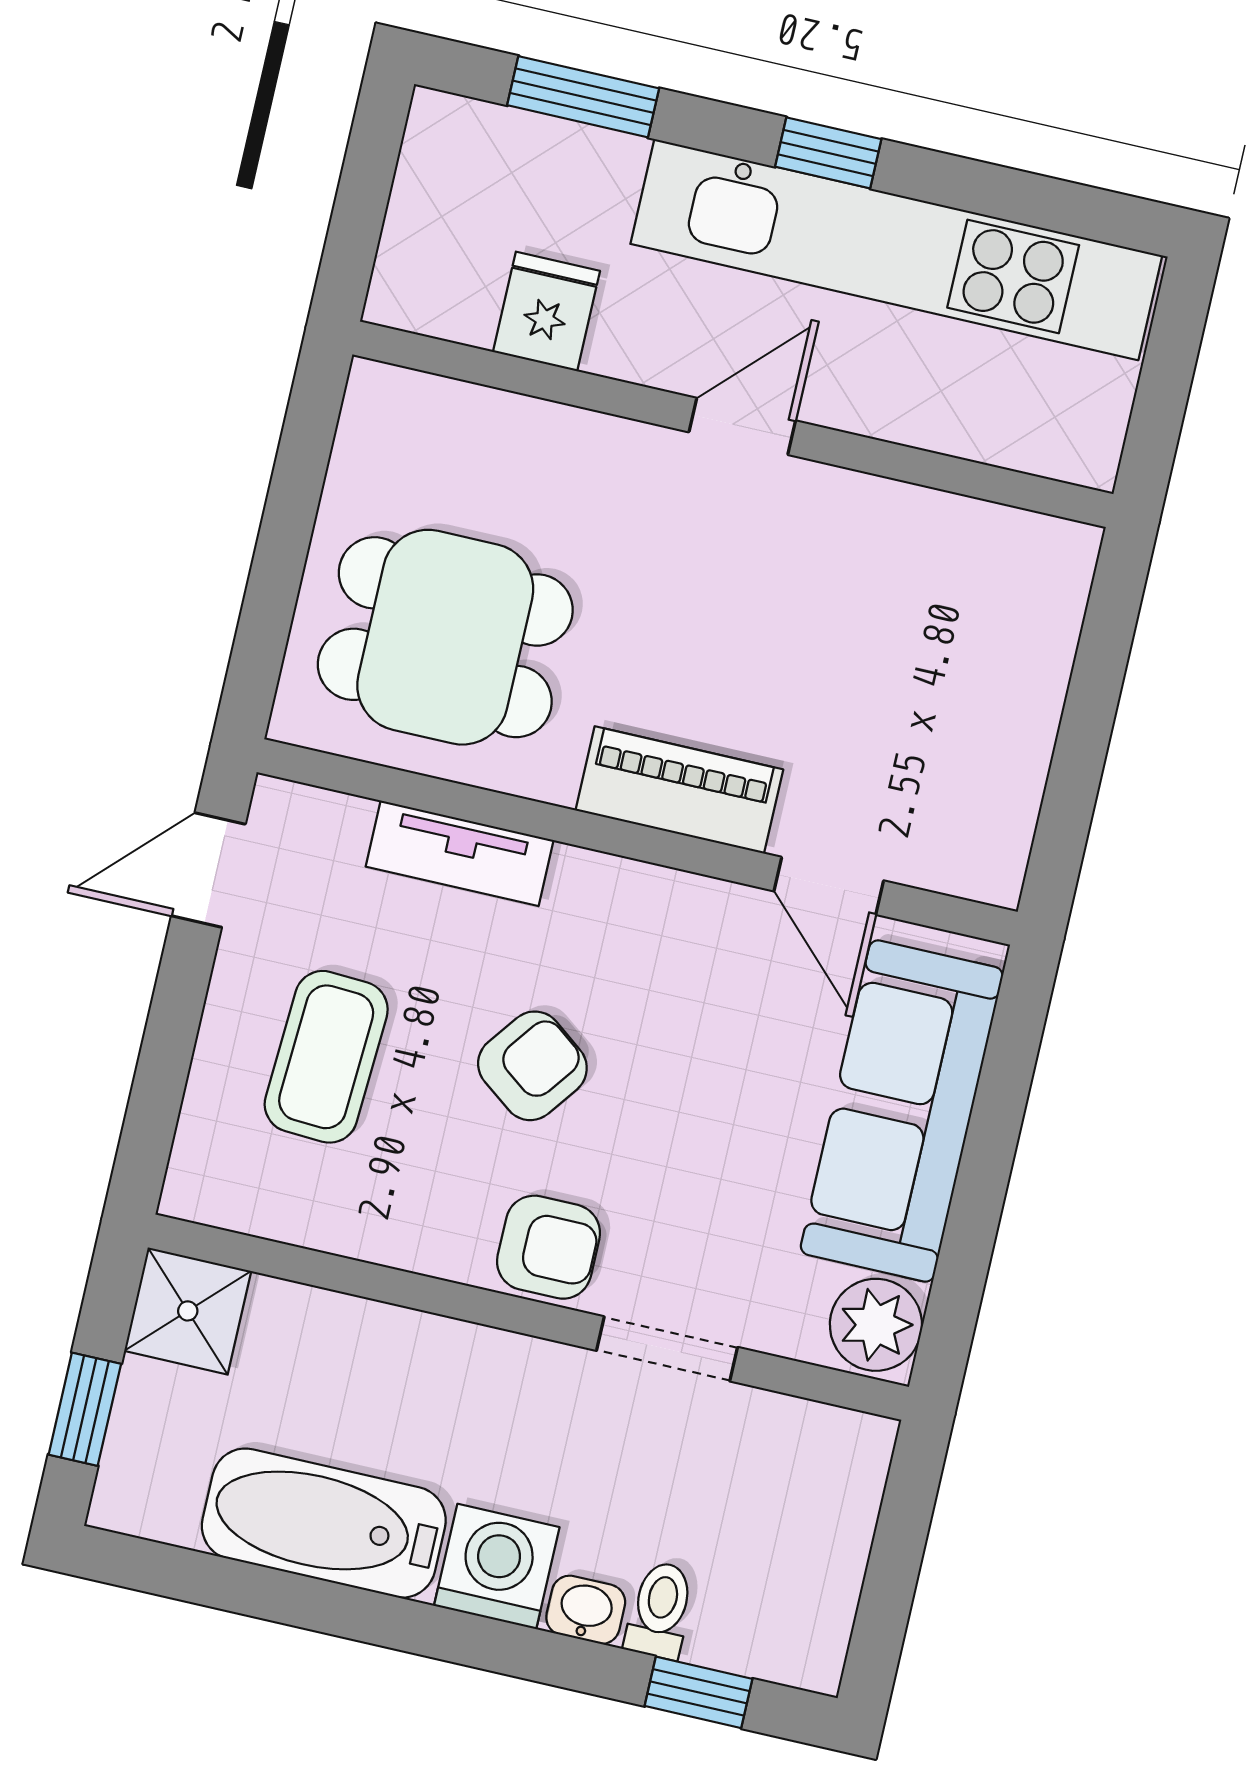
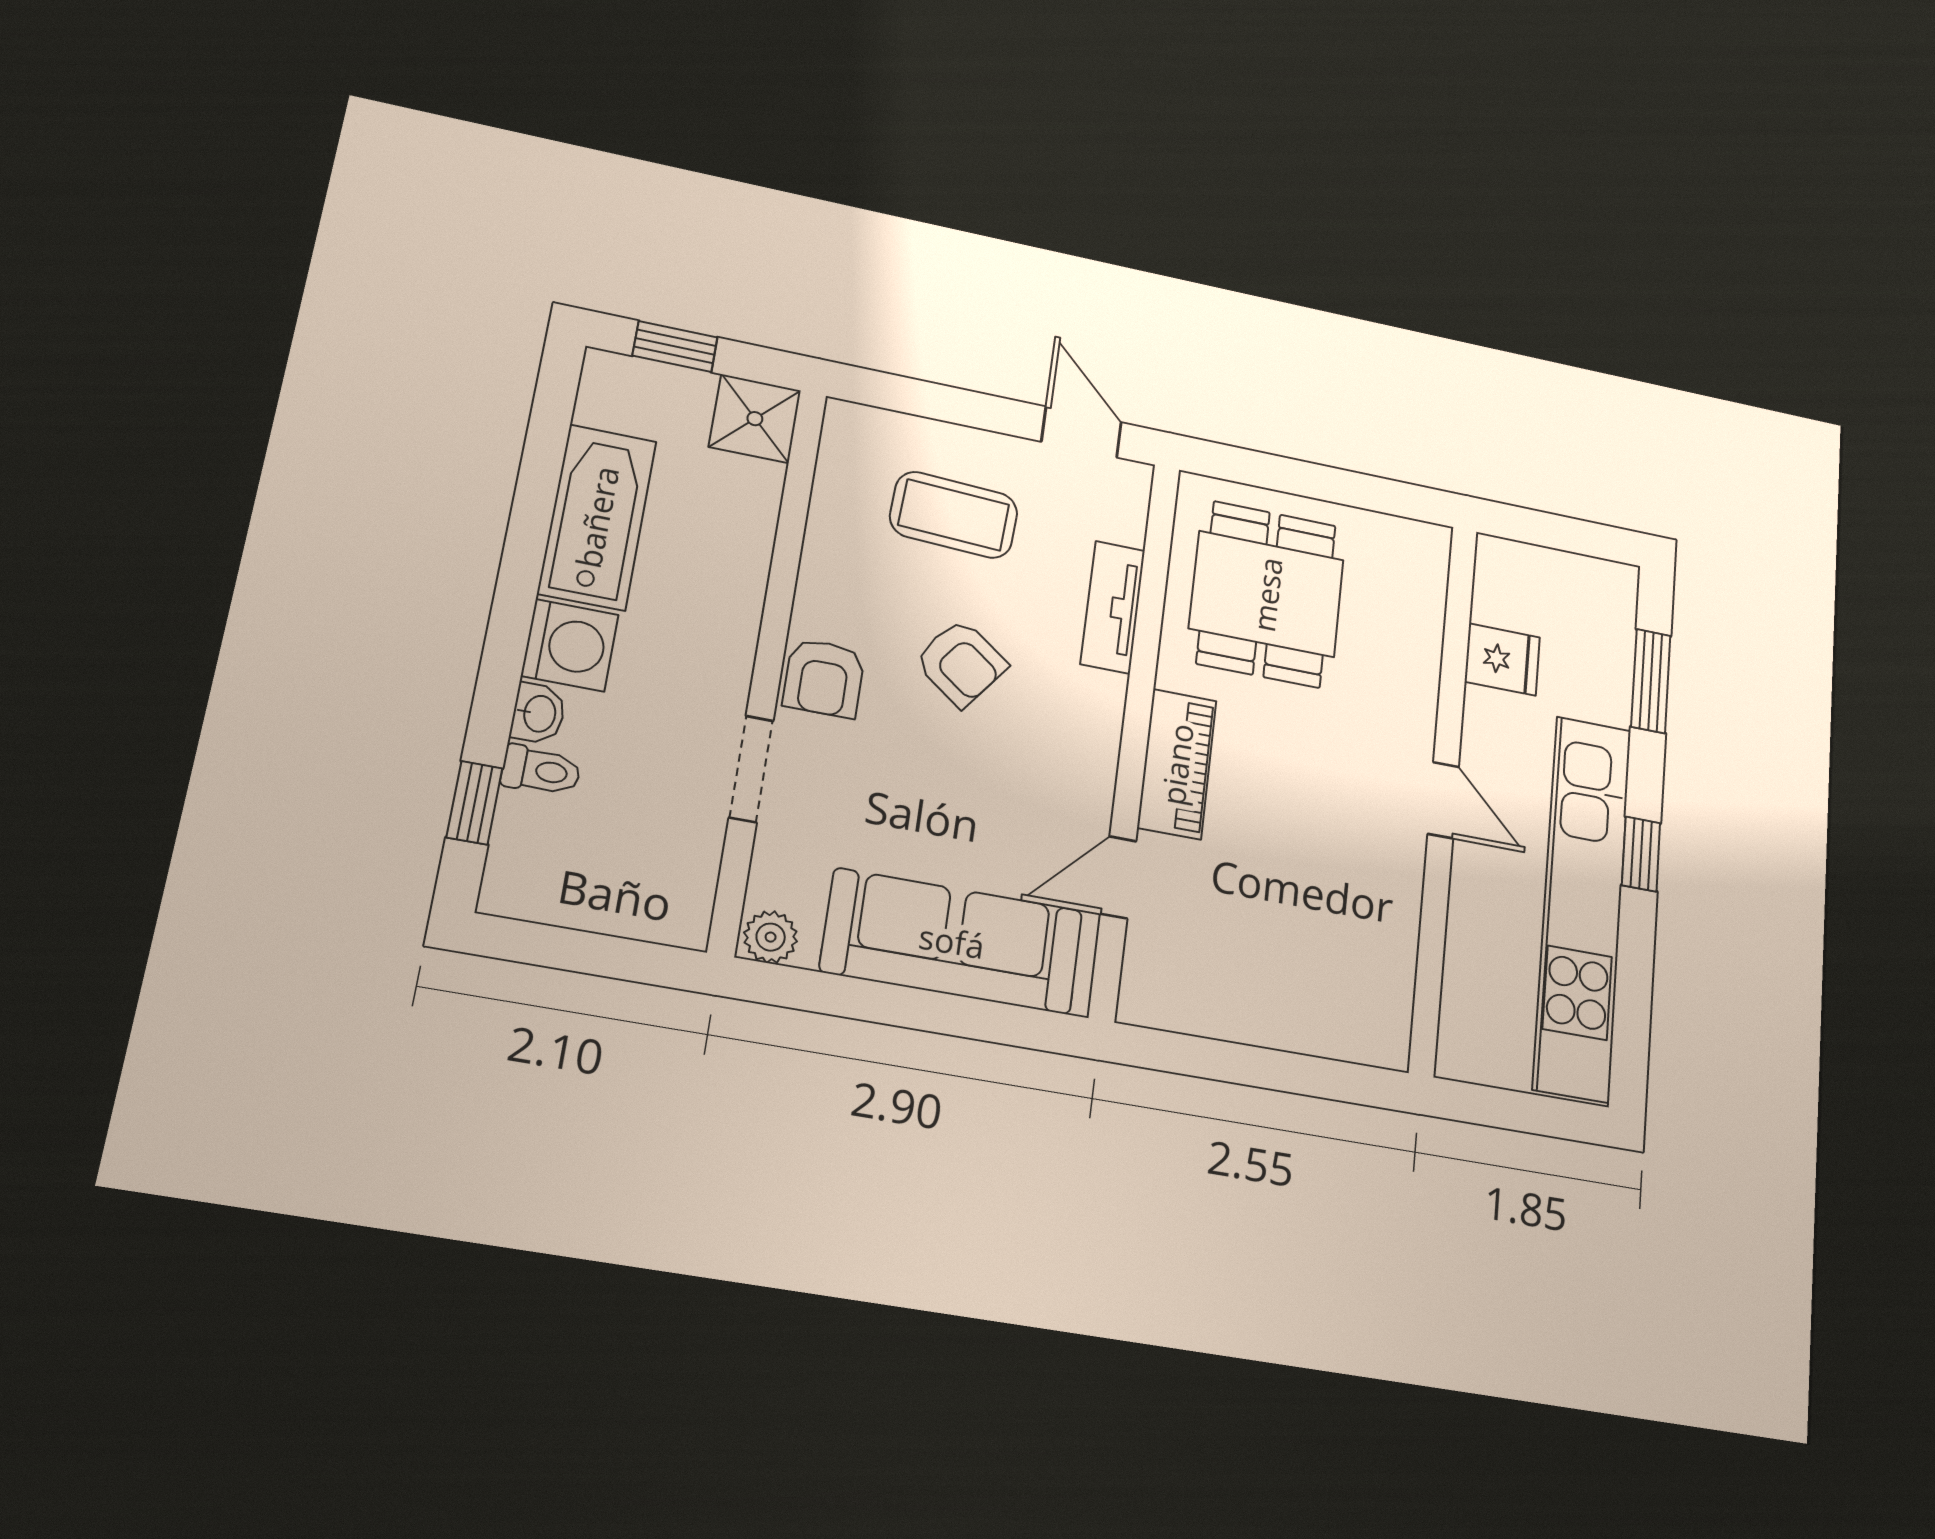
plant: (876, 1325) -> (771, 937), width x0.73, depth x0.73

